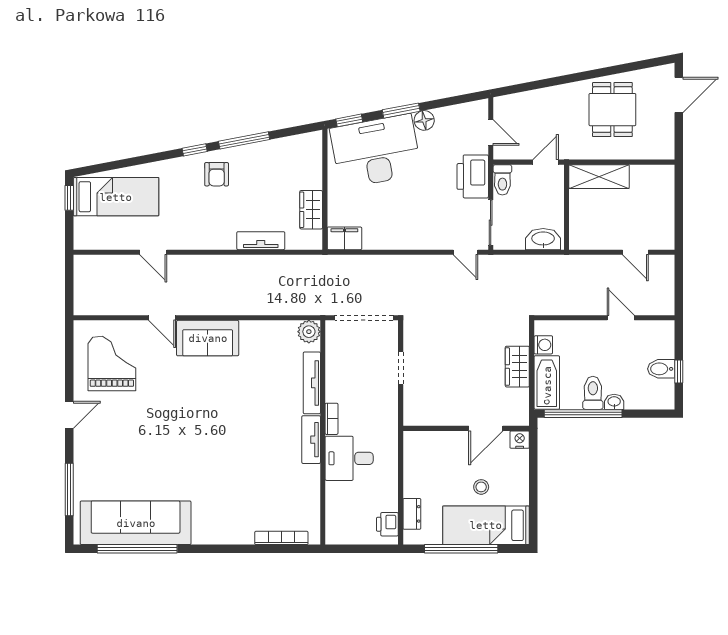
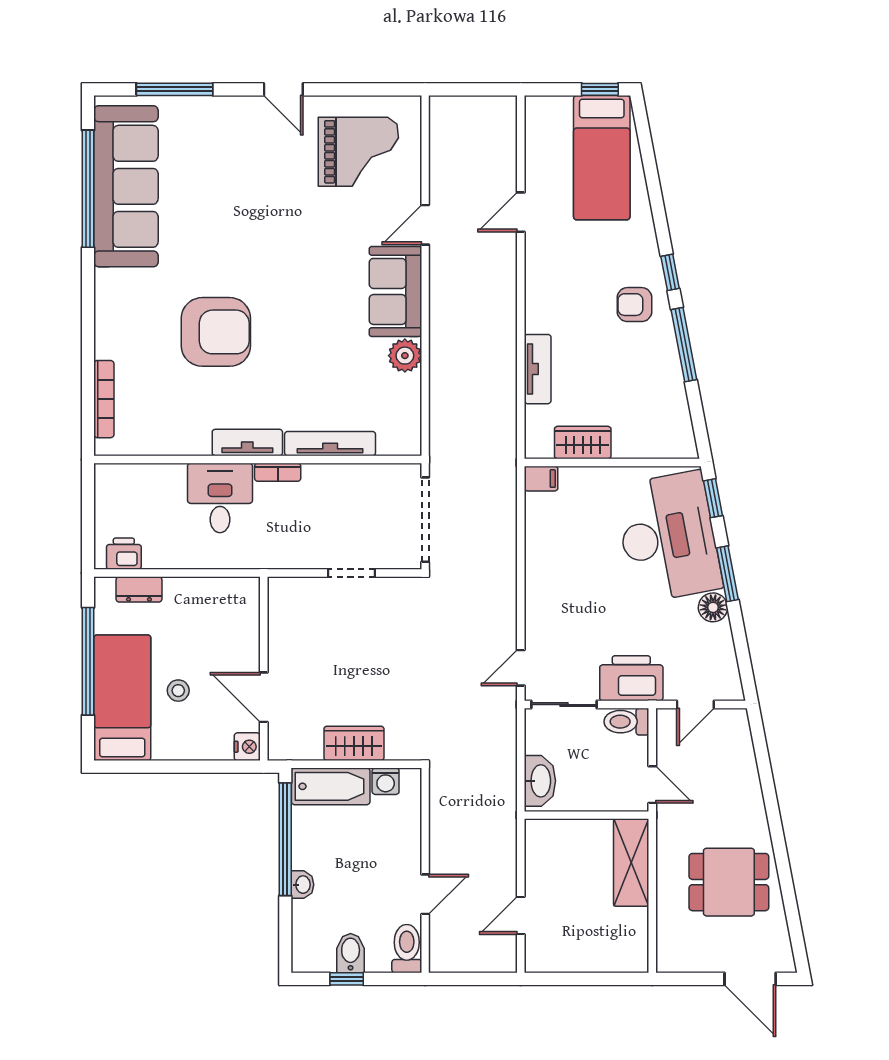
filing cabinet: (344, 238) -> (541, 479), width x0.50
plant: (309, 332) -> (405, 356), moved
toilet: (593, 393) -> (407, 949), moved, turned -90
armchair: (235, 461) -> (216, 332), added

